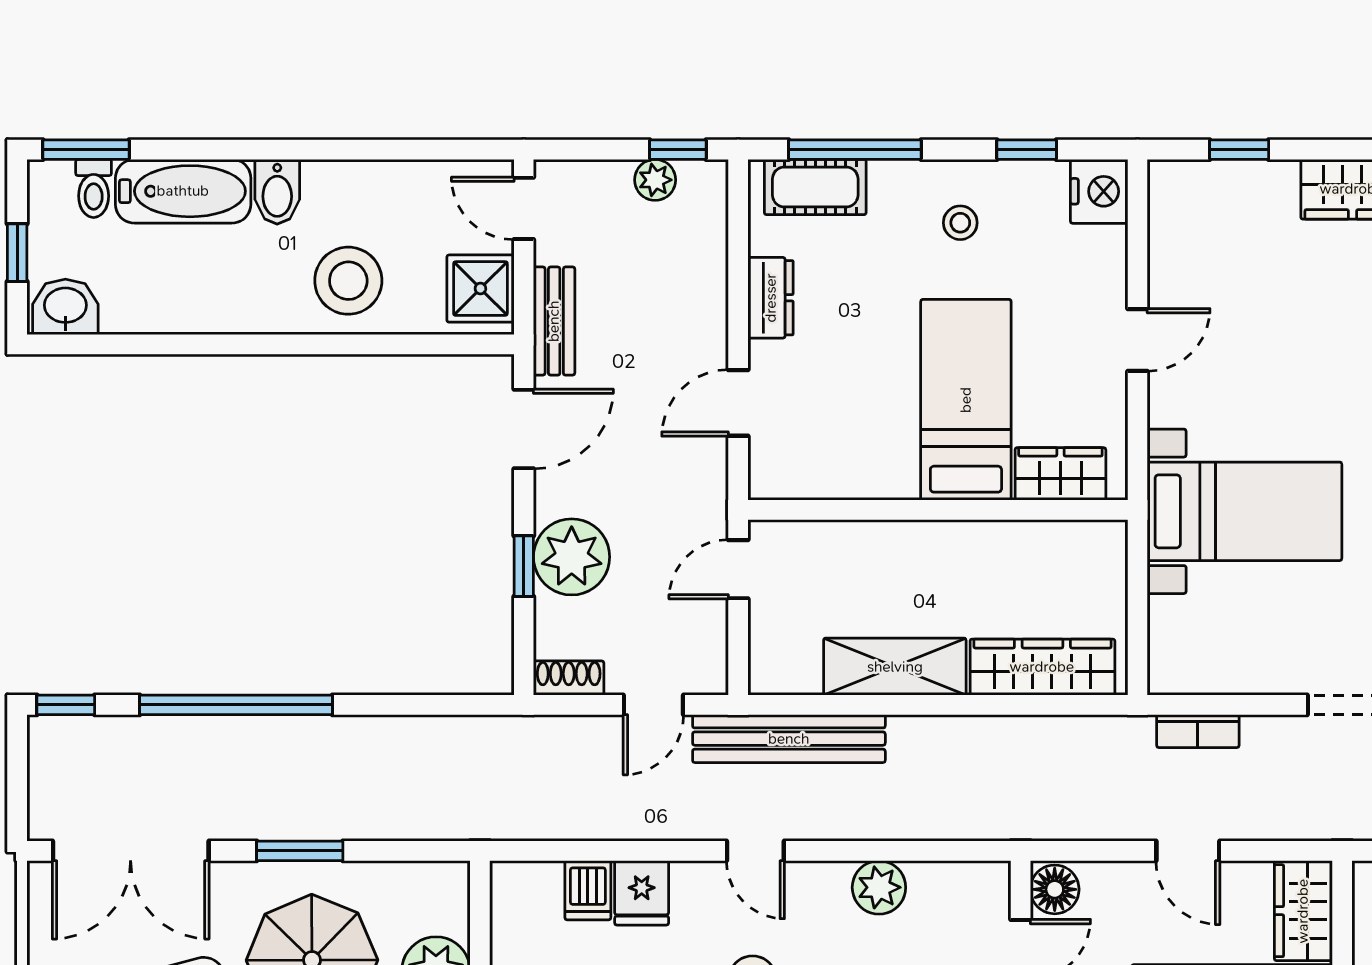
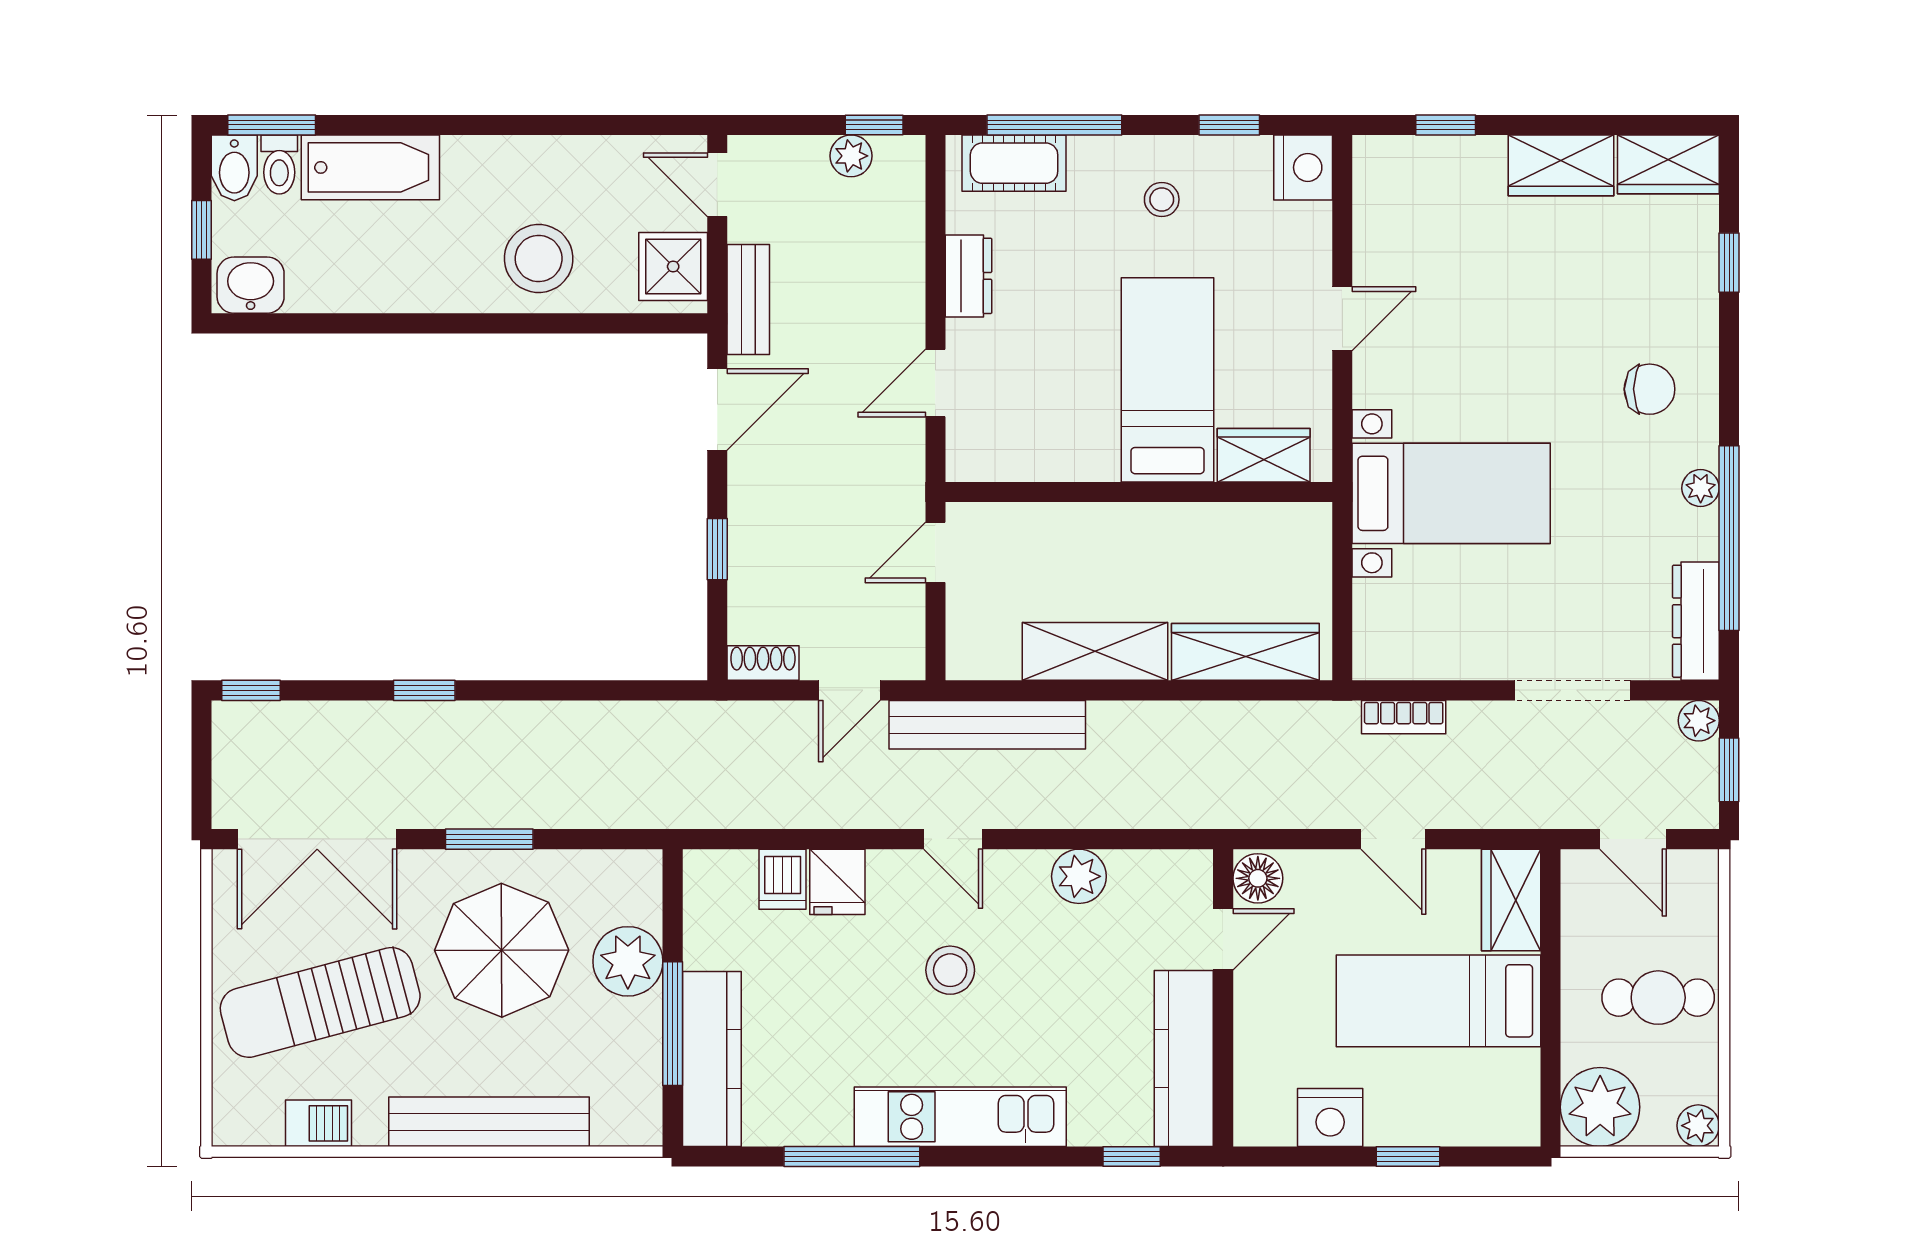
bidet: (277, 192) -> (234, 168), moved
plant: (572, 557) -> (766, 540), removed
window: (236, 705) -> (424, 690), width x0.32

